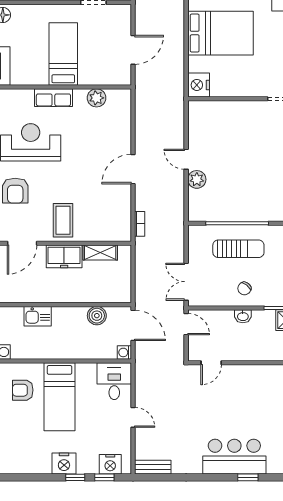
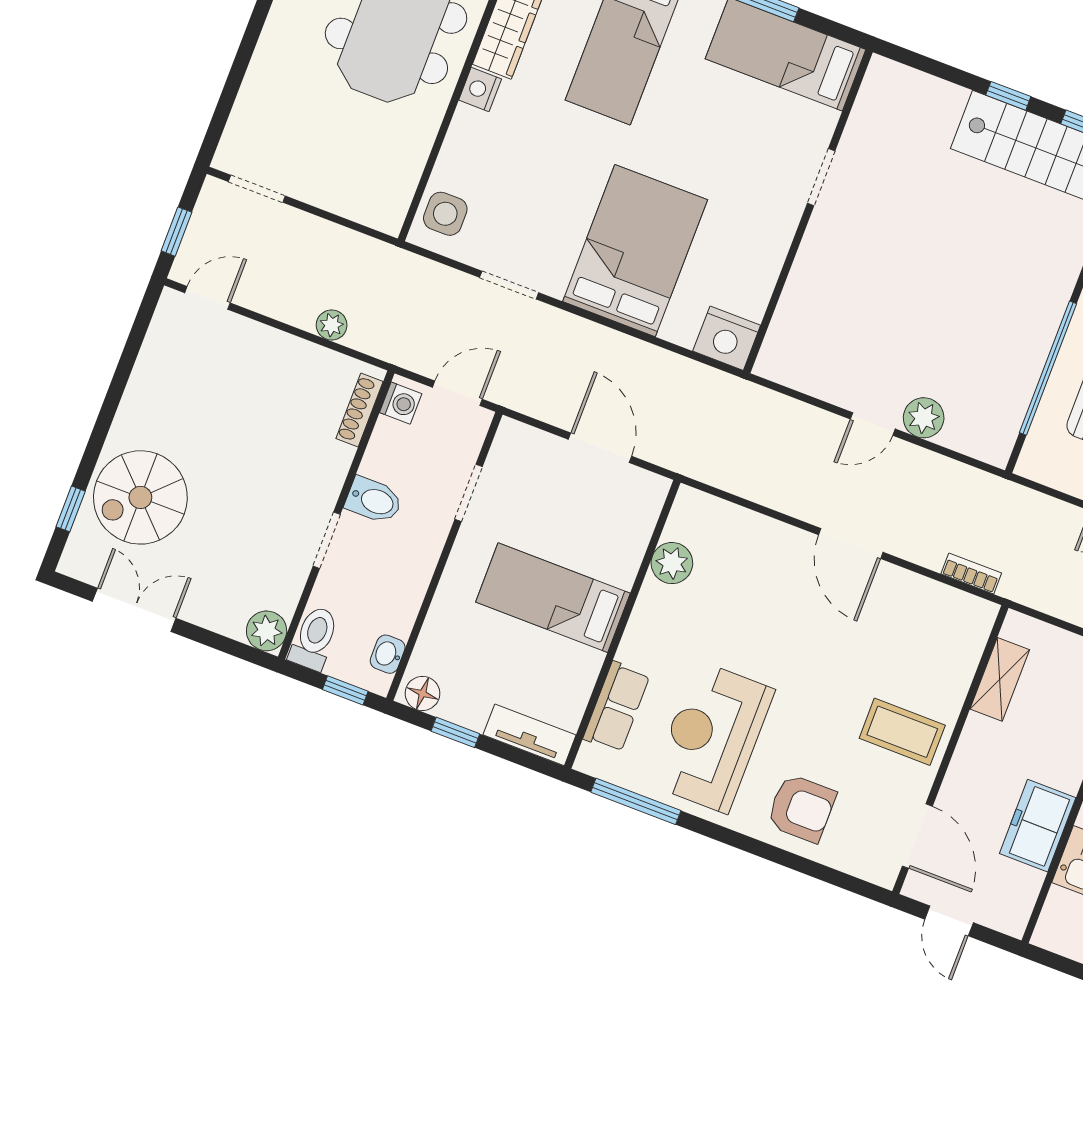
row of seats: (53, 98) -> (617, 707), moved
freezer: (64, 256) -> (1038, 826), moved, turned 180

